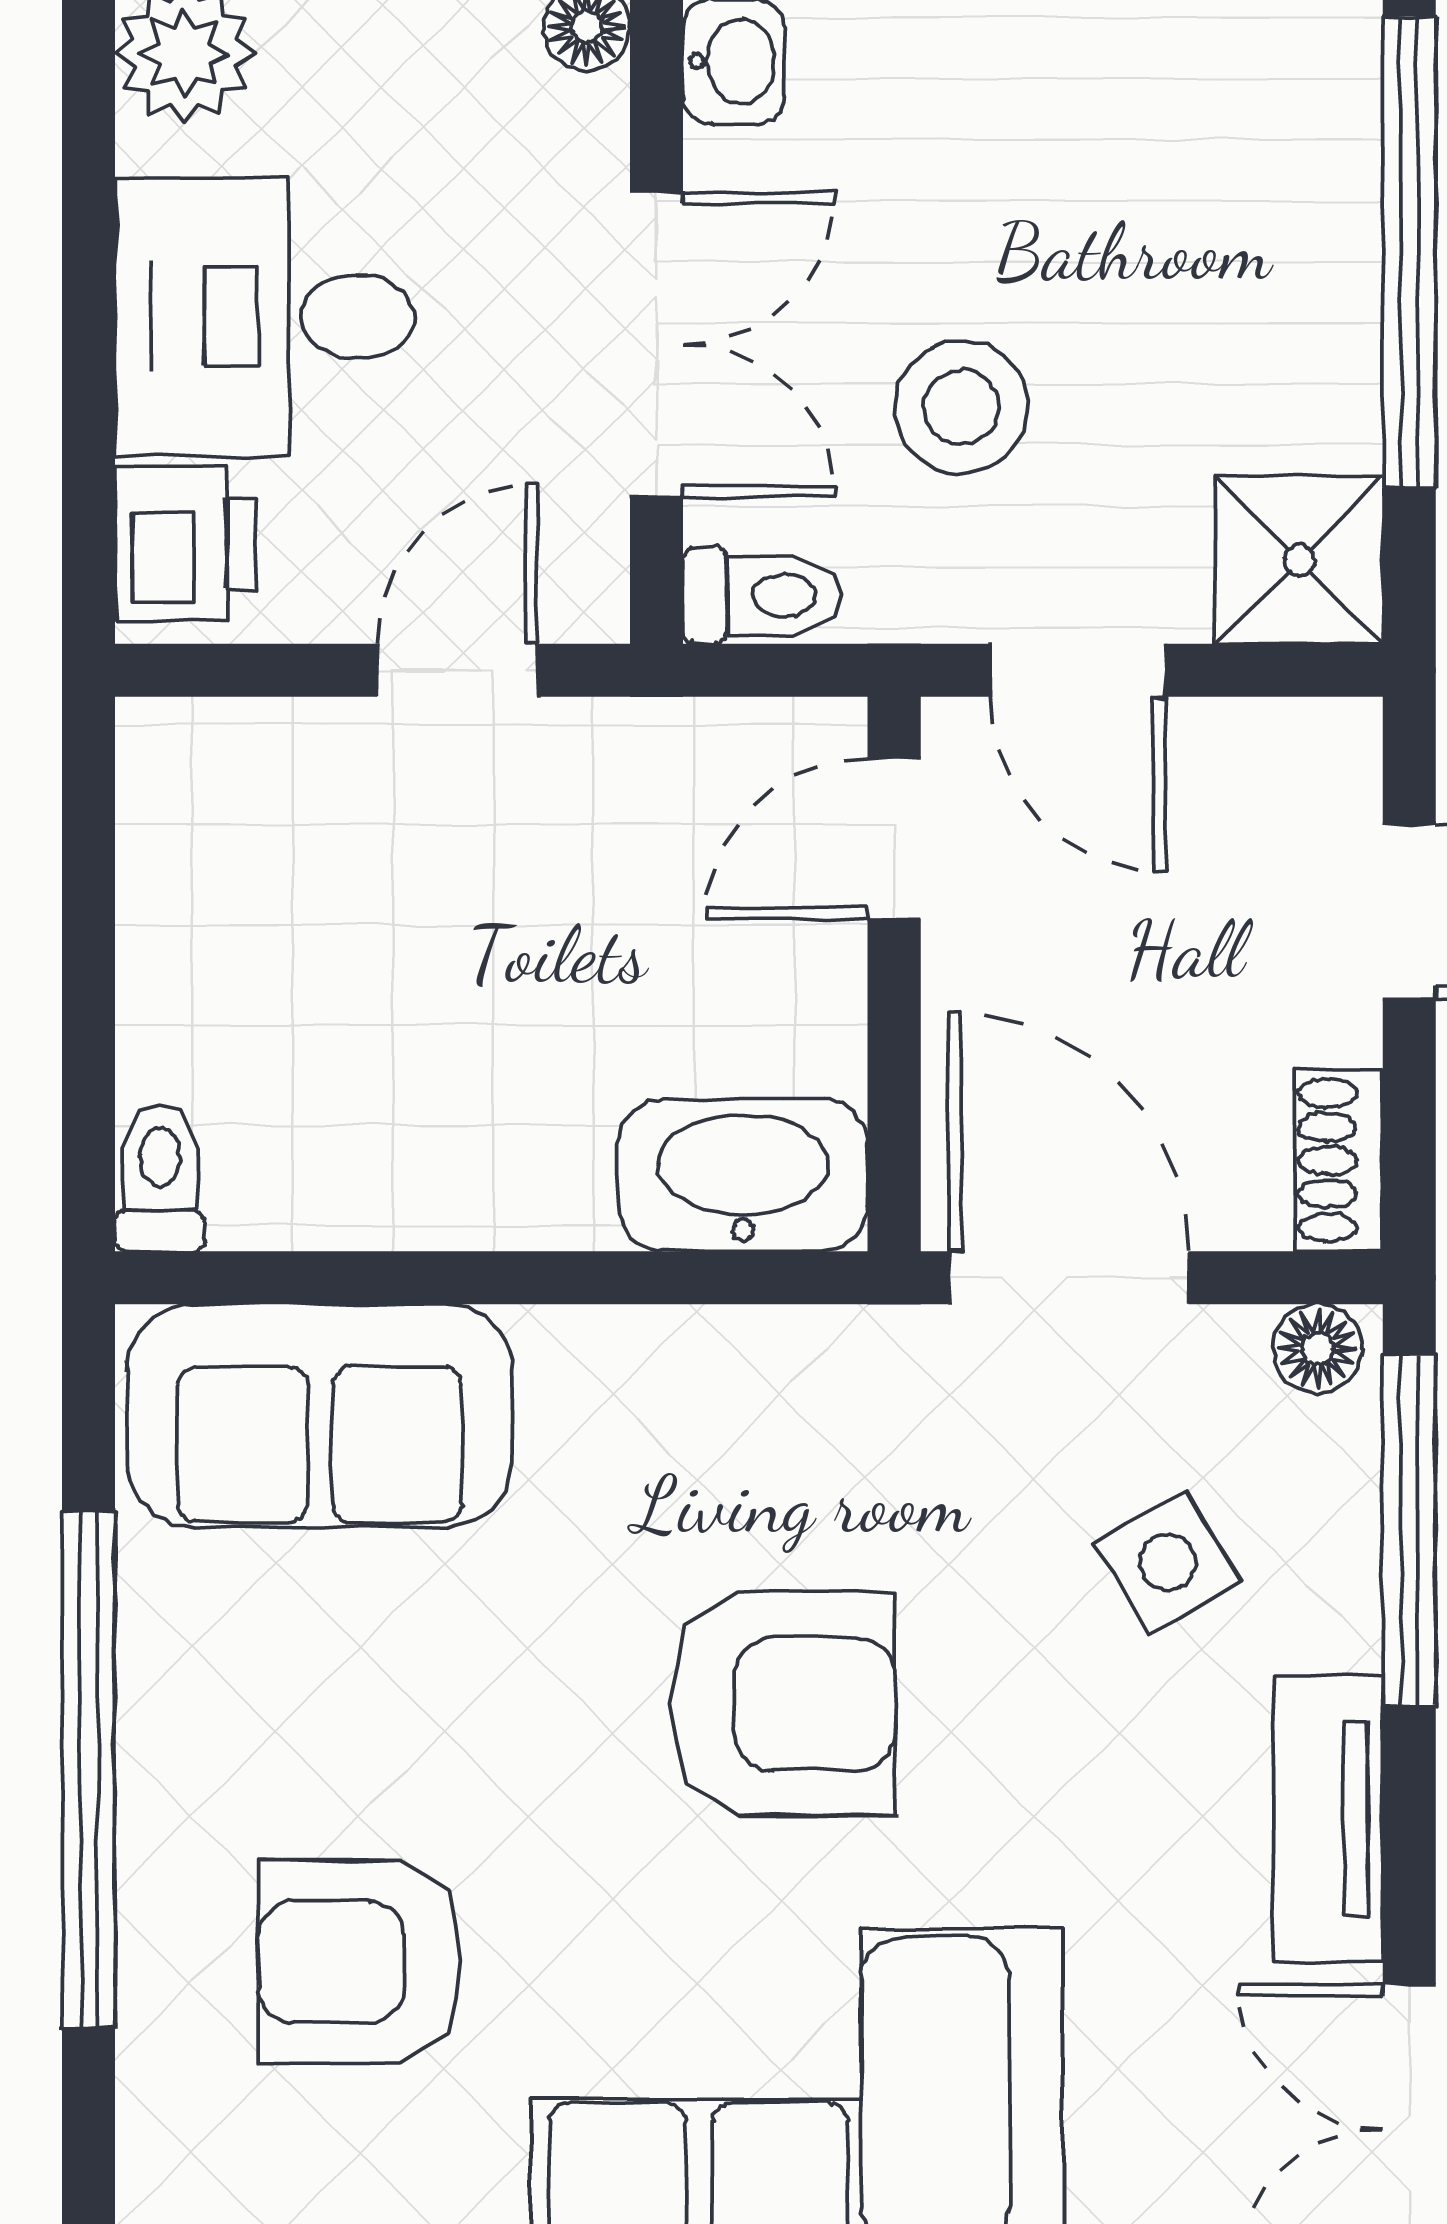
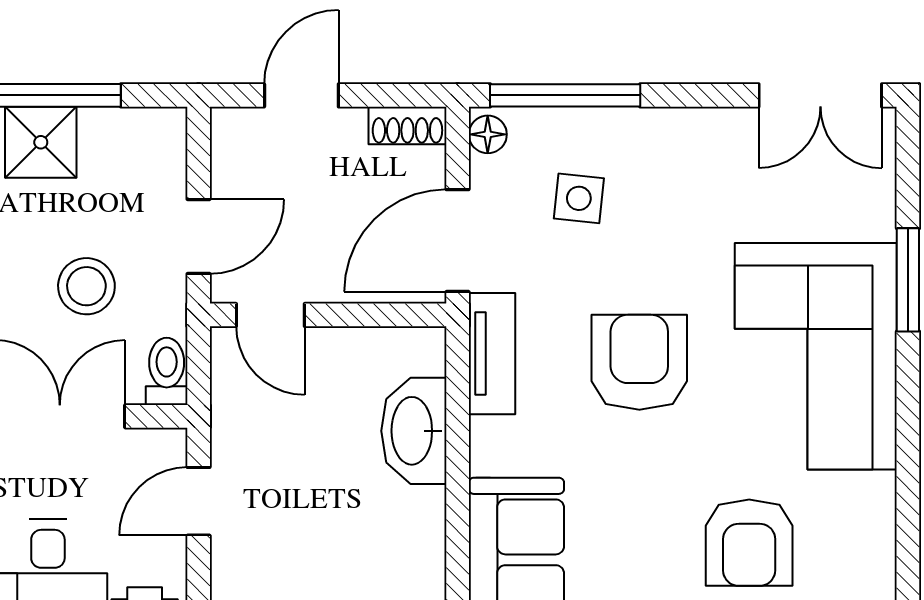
shower: (1299, 560) -> (41, 142), moved
door: (457, 670) -> (199, 501), hinge flipped
washbasin: (743, 1175) -> (414, 431), moved
side table: (1168, 1562) -> (579, 198), turned 36
tv unit: (1328, 1818) -> (492, 354), moved, turned -90

